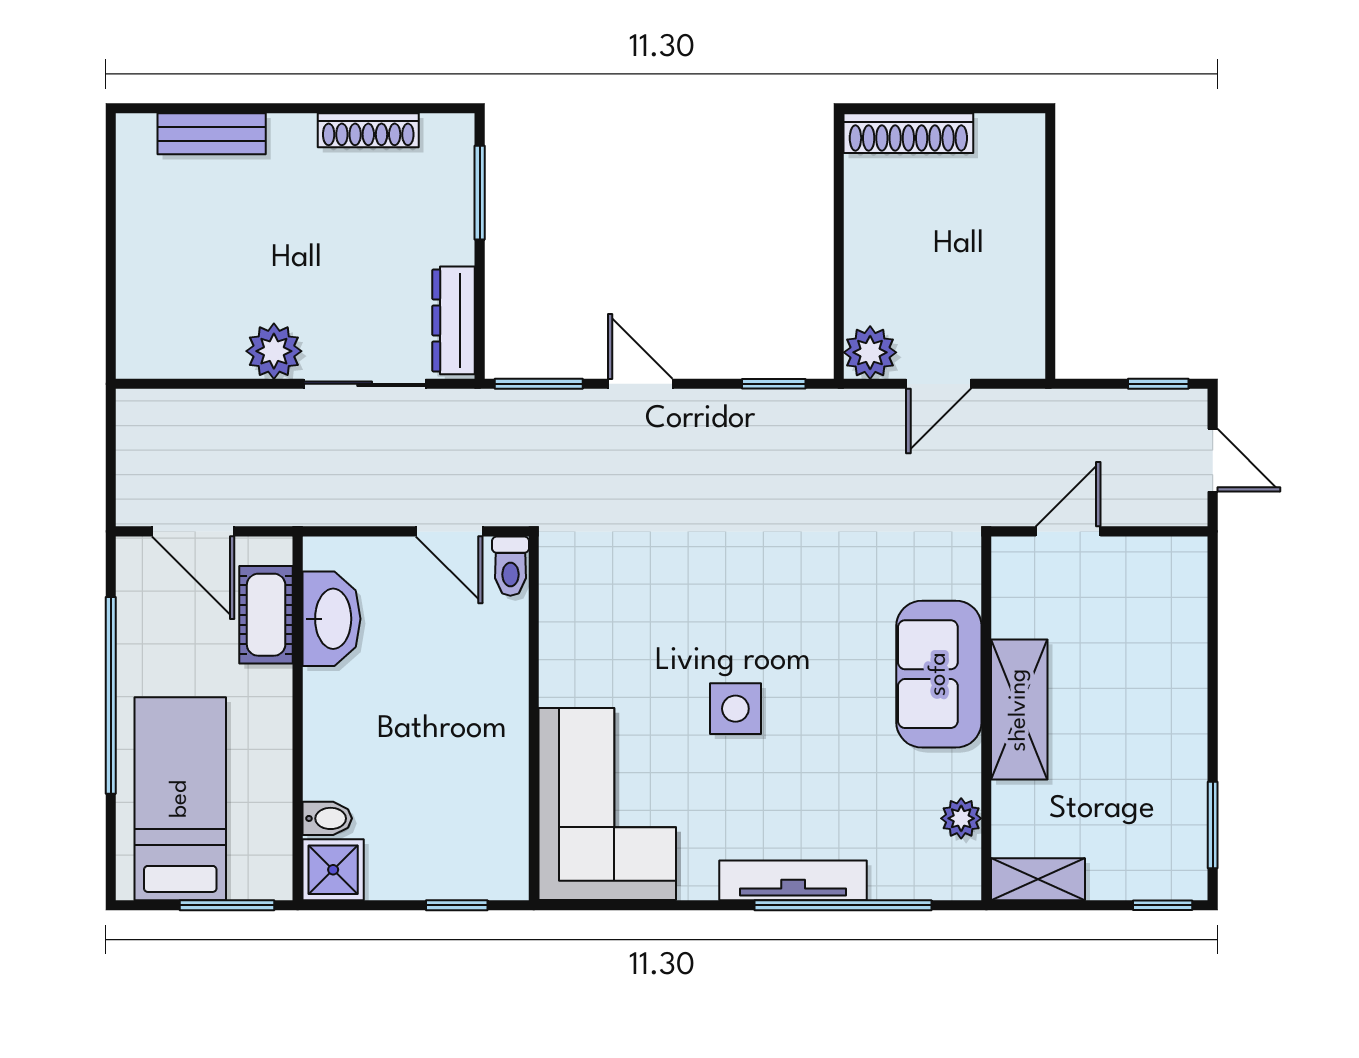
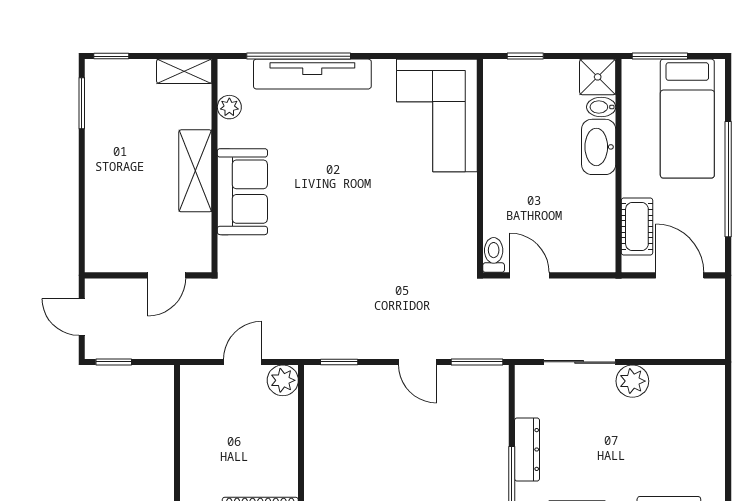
dresser: (454, 320) -> (527, 450), moved
washbasin: (331, 619) -> (599, 147), moved
side table: (735, 709) -> (362, 171), removed
tv unit: (793, 880) -> (312, 74), width x1.36, depth x1.29

